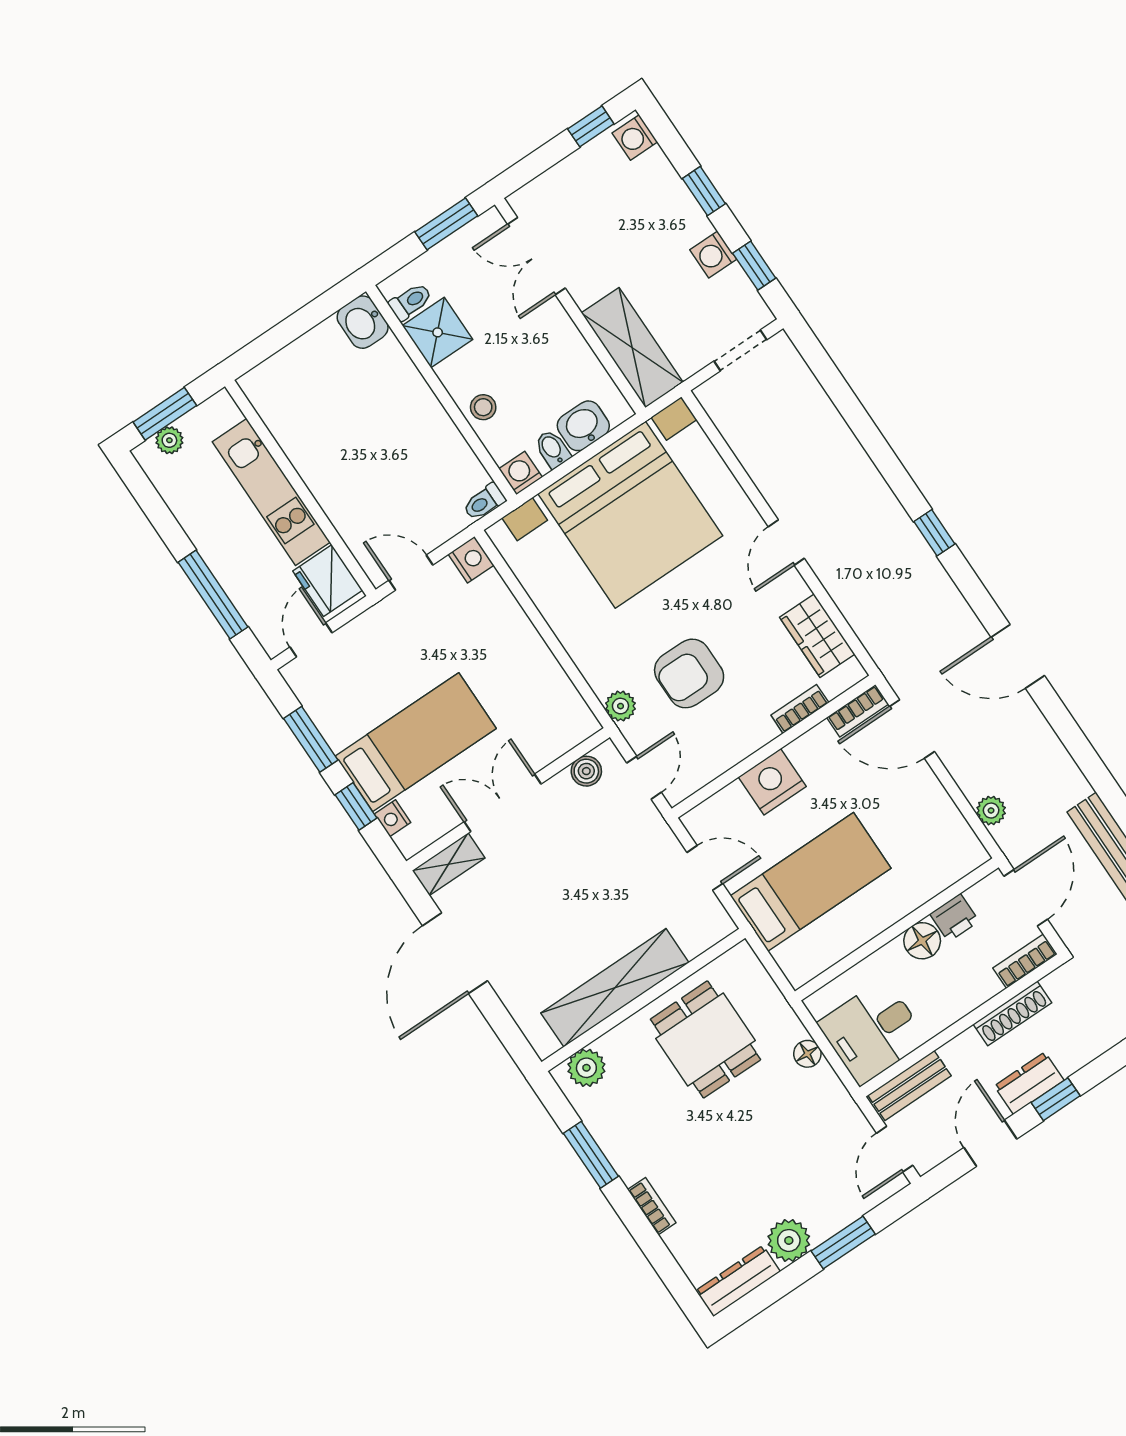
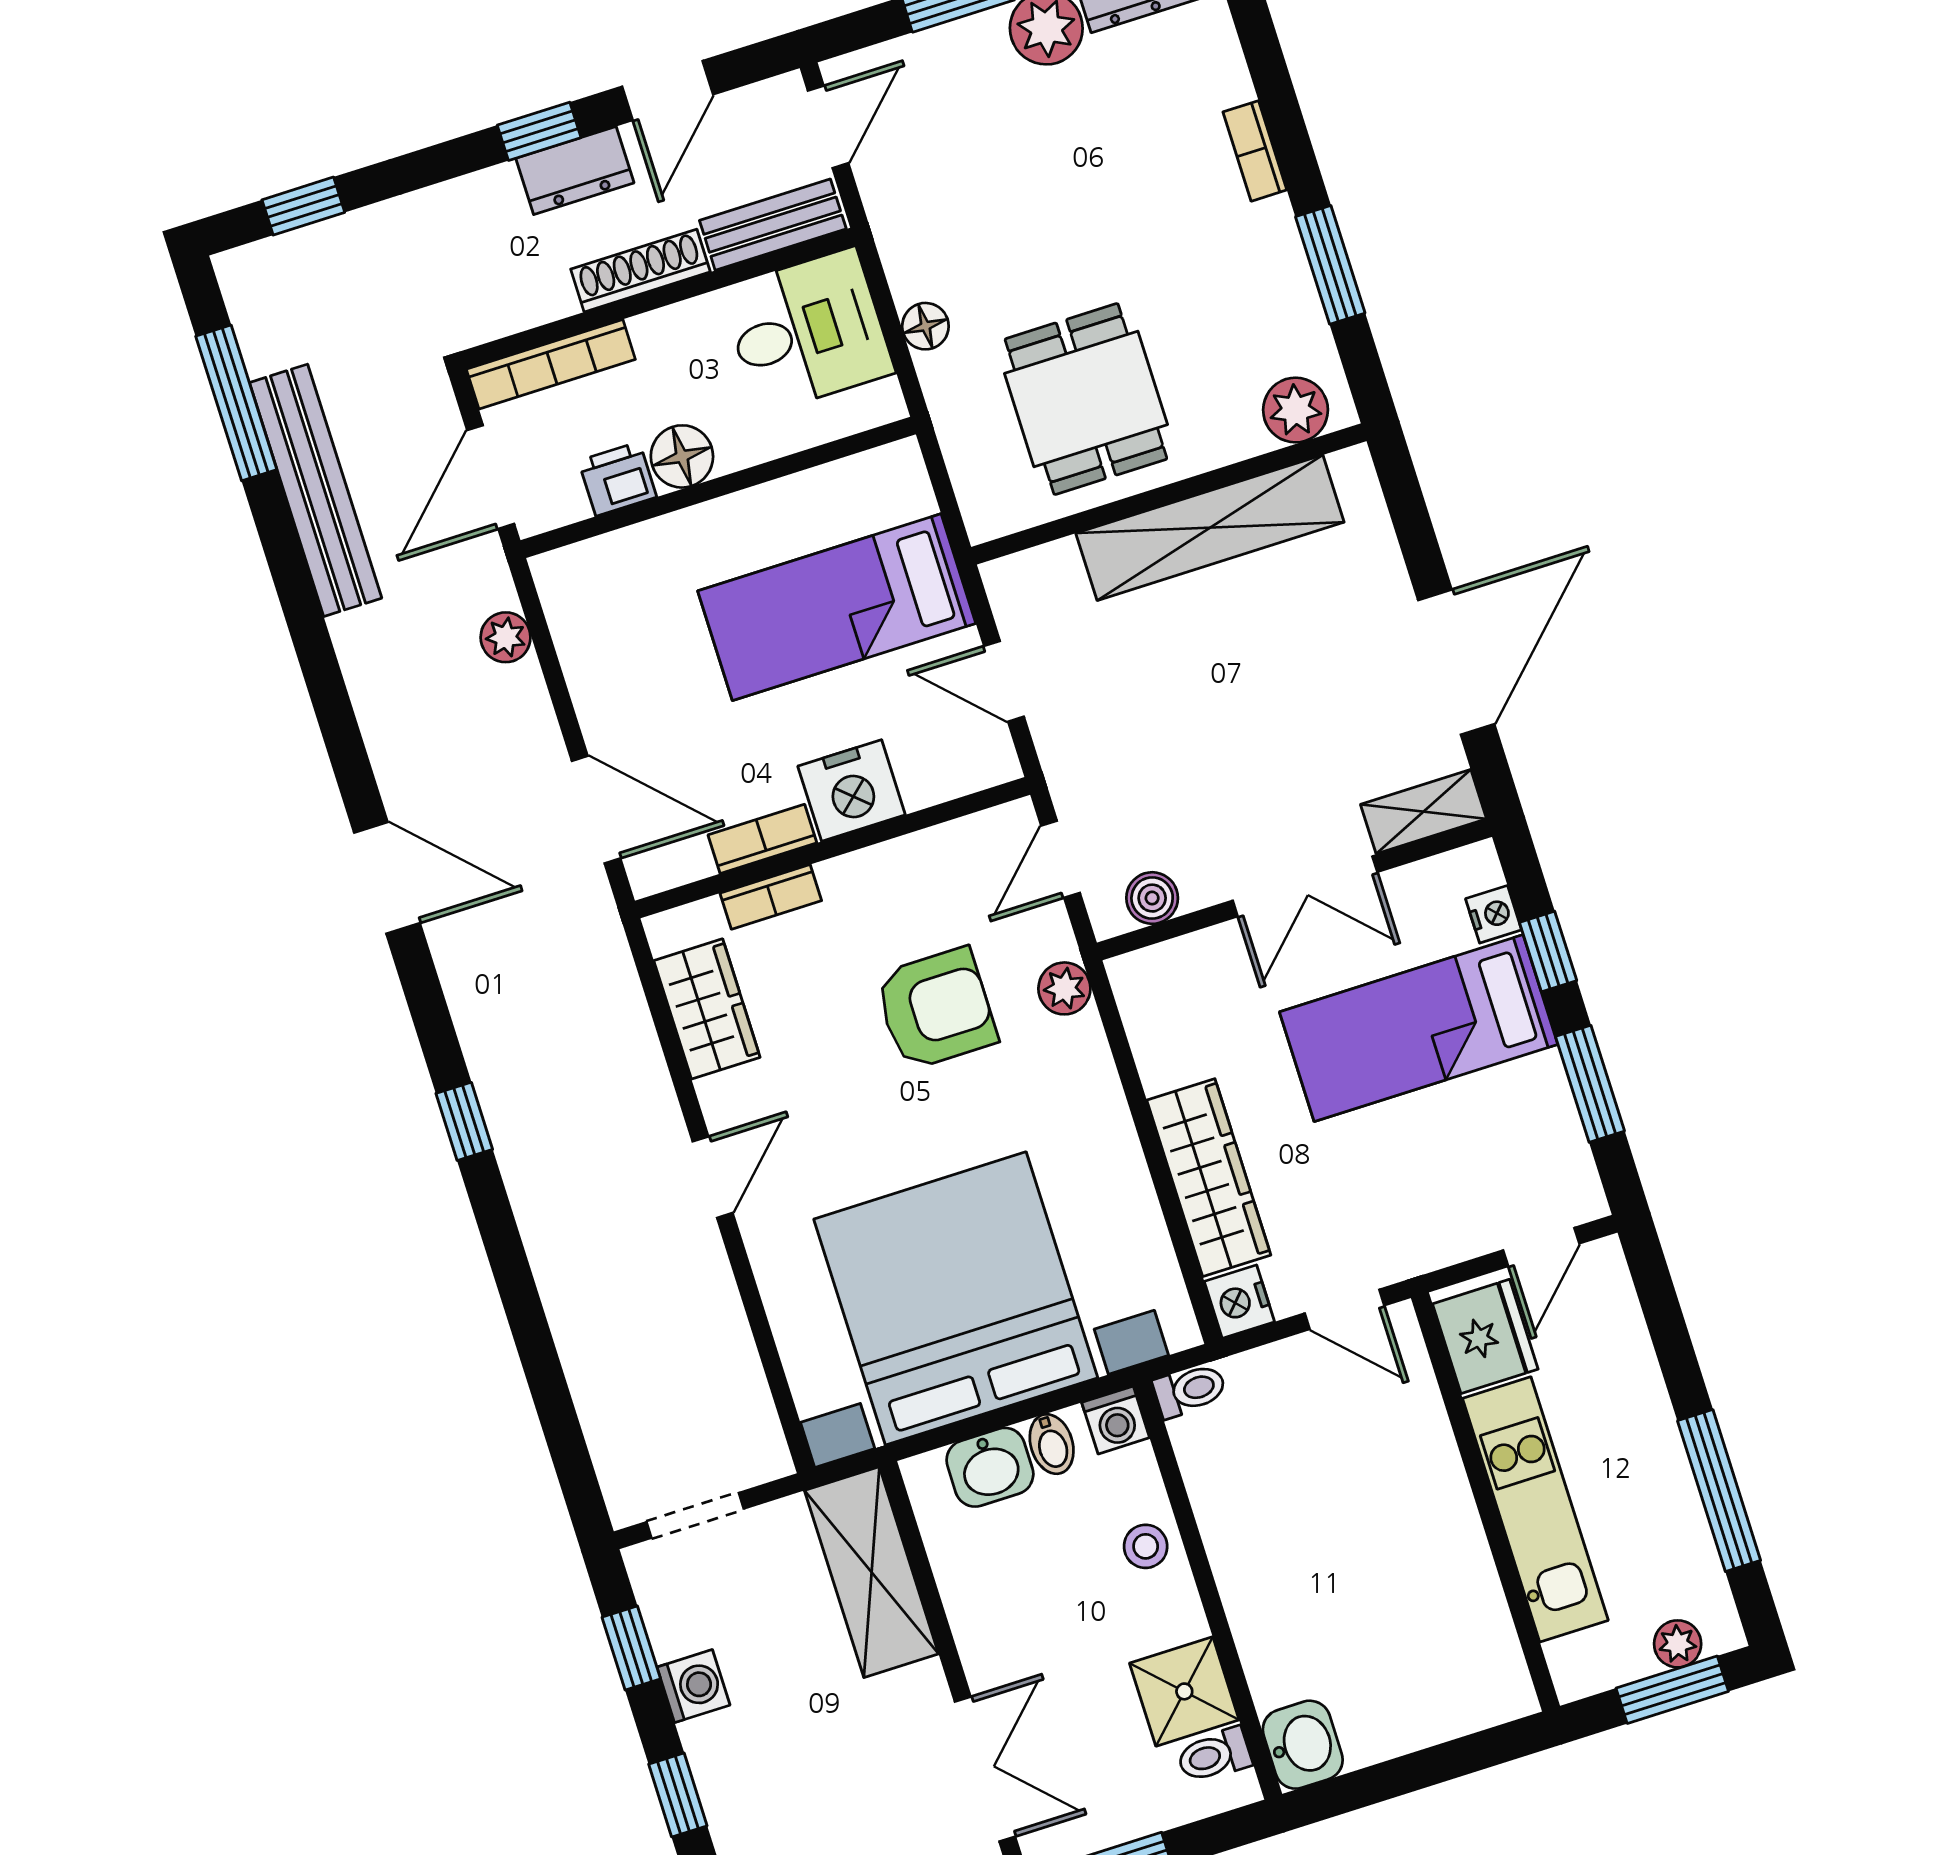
window: (213, 595) -> (1719, 1491), moved
wardrobe: (509, 624) -> (1209, 1178), added
bookcase: (857, 711) -> (762, 839), moved
bookcase: (1025, 961) -> (551, 364), width x1.56
shoe rack: (1012, 1013) -> (641, 271), moved

